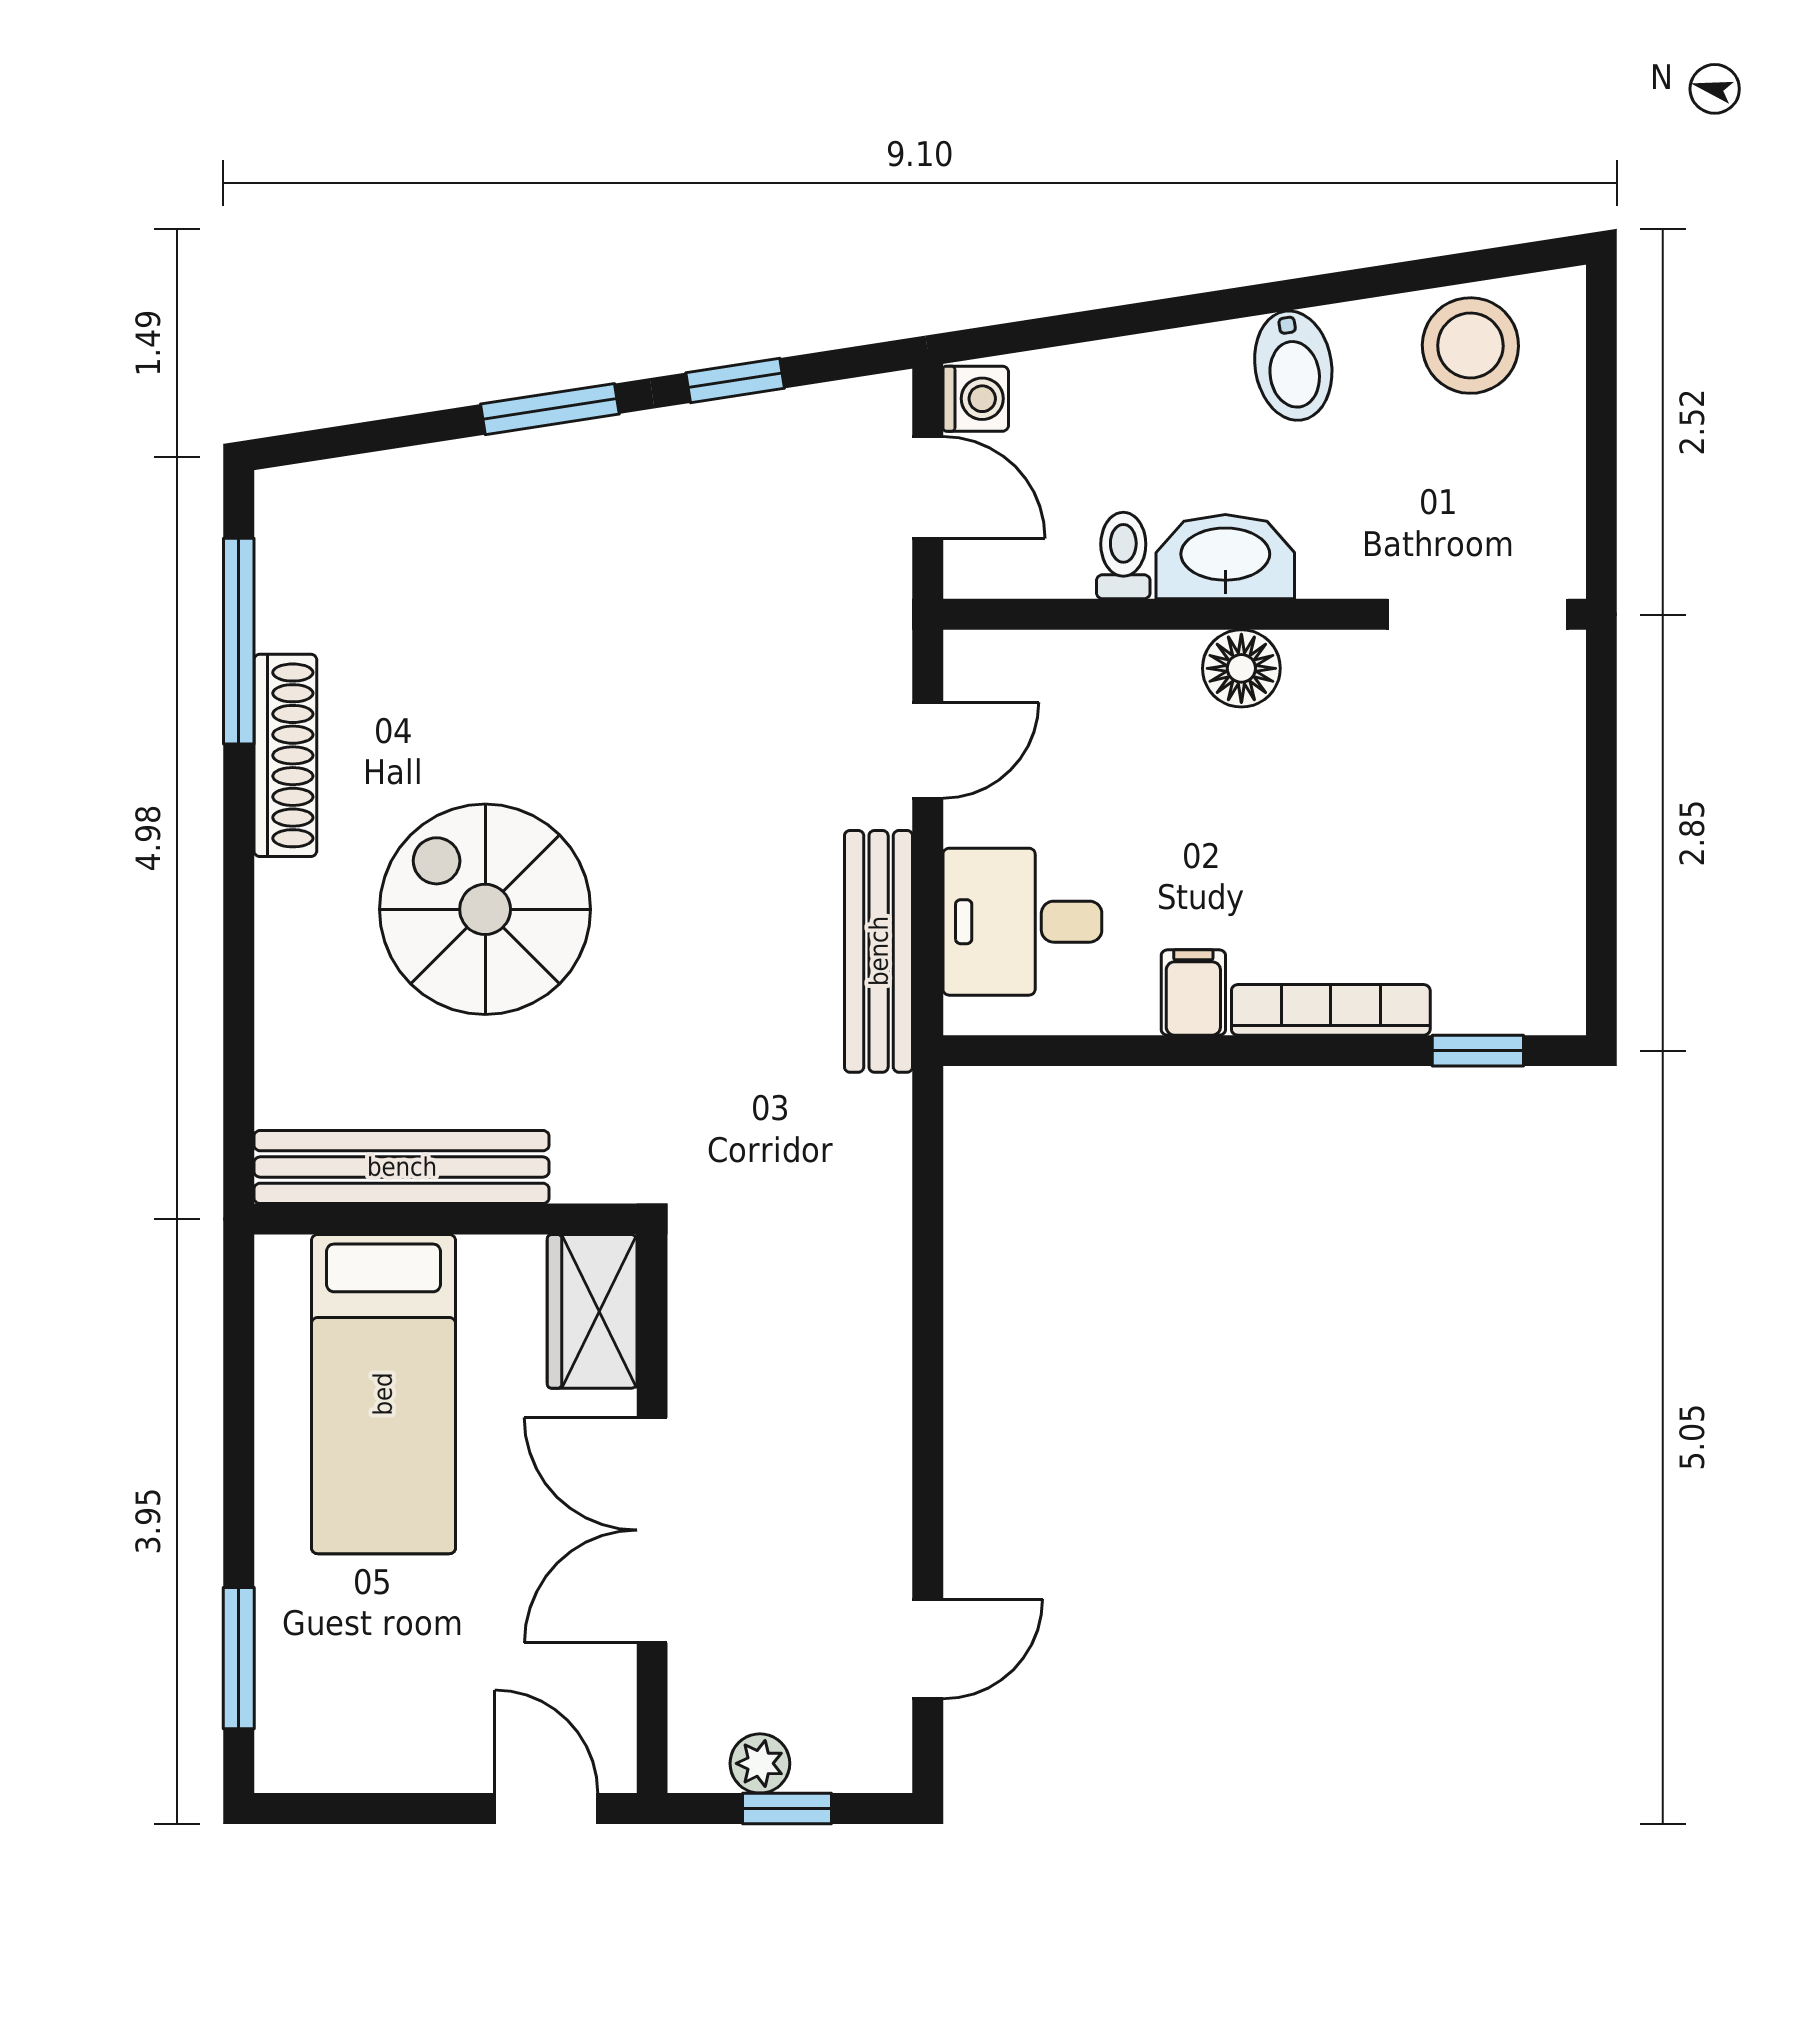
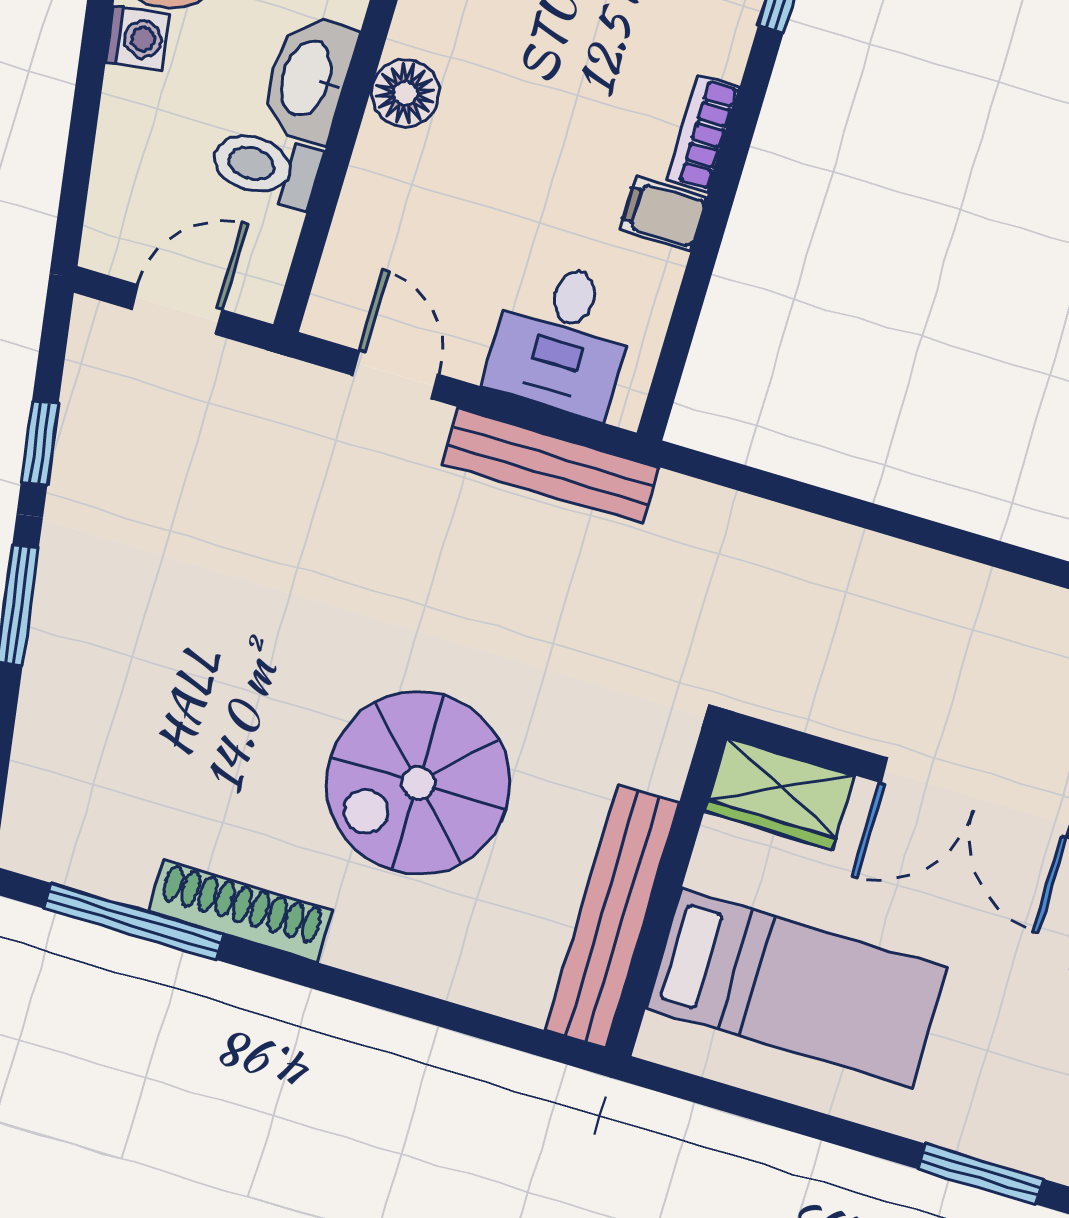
washing machine: (976, 399) -> (137, 38), moved, turned 81
toilet: (1123, 556) -> (265, 168), width x1.37, depth x1.39
bookcase: (1331, 1010) -> (703, 133), width x0.64

